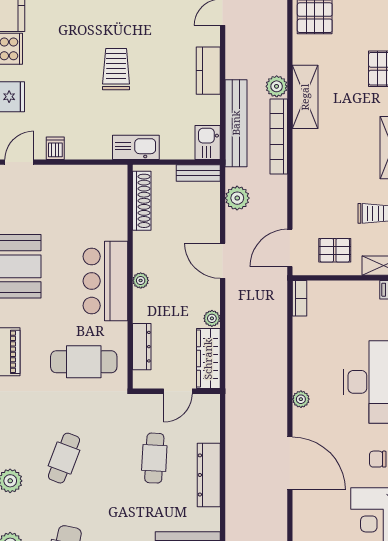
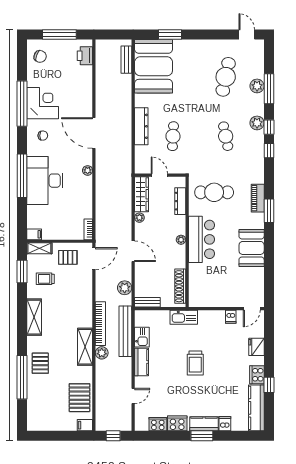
kitchen sink: (208, 143) -> (142, 337), moved
door: (178, 391) -> (159, 175), hinge flipped
cafe table: (64, 458) -> (226, 136), turned -33

